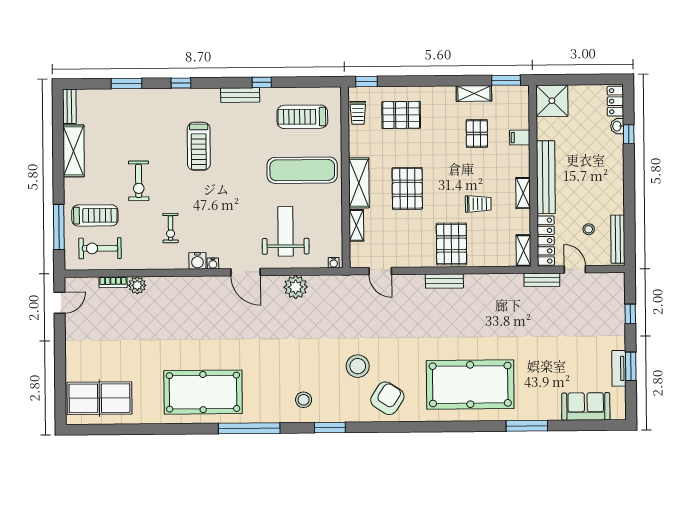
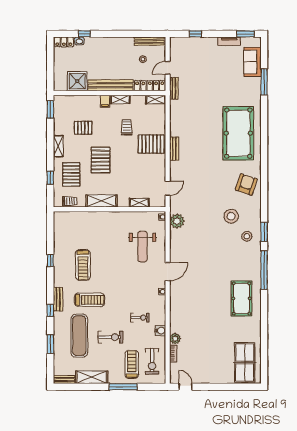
window: (366, 81) -> (50, 178), moved
shelving: (474, 93) -> (58, 146), moved
bench: (240, 95) -> (58, 299), moved
shower: (552, 101) -> (77, 81), moved
treadmill: (302, 117) -> (83, 265), moved
filing cabinet: (520, 138) -> (105, 101), moved
exercise mat: (302, 170) -> (79, 336), moved
shelving: (359, 183) -> (102, 201), moved
pallet: (407, 188) -> (101, 160), moved, turned 90
window: (59, 227) -> (123, 387), moved
weight bench: (285, 231) -> (143, 247), turned -90
water cooler: (197, 261) -> (160, 331), moved
plant: (296, 287) -> (177, 221), moved
stool: (358, 366) -> (231, 216), moved
window: (631, 366) -> (245, 34), moved
pool table: (203, 392) -> (242, 298), width x0.73, depth x0.76
armchair: (387, 398) -> (246, 184), turned 75
window: (527, 426) -> (264, 82), moved
window: (330, 428) -> (264, 232), moved

